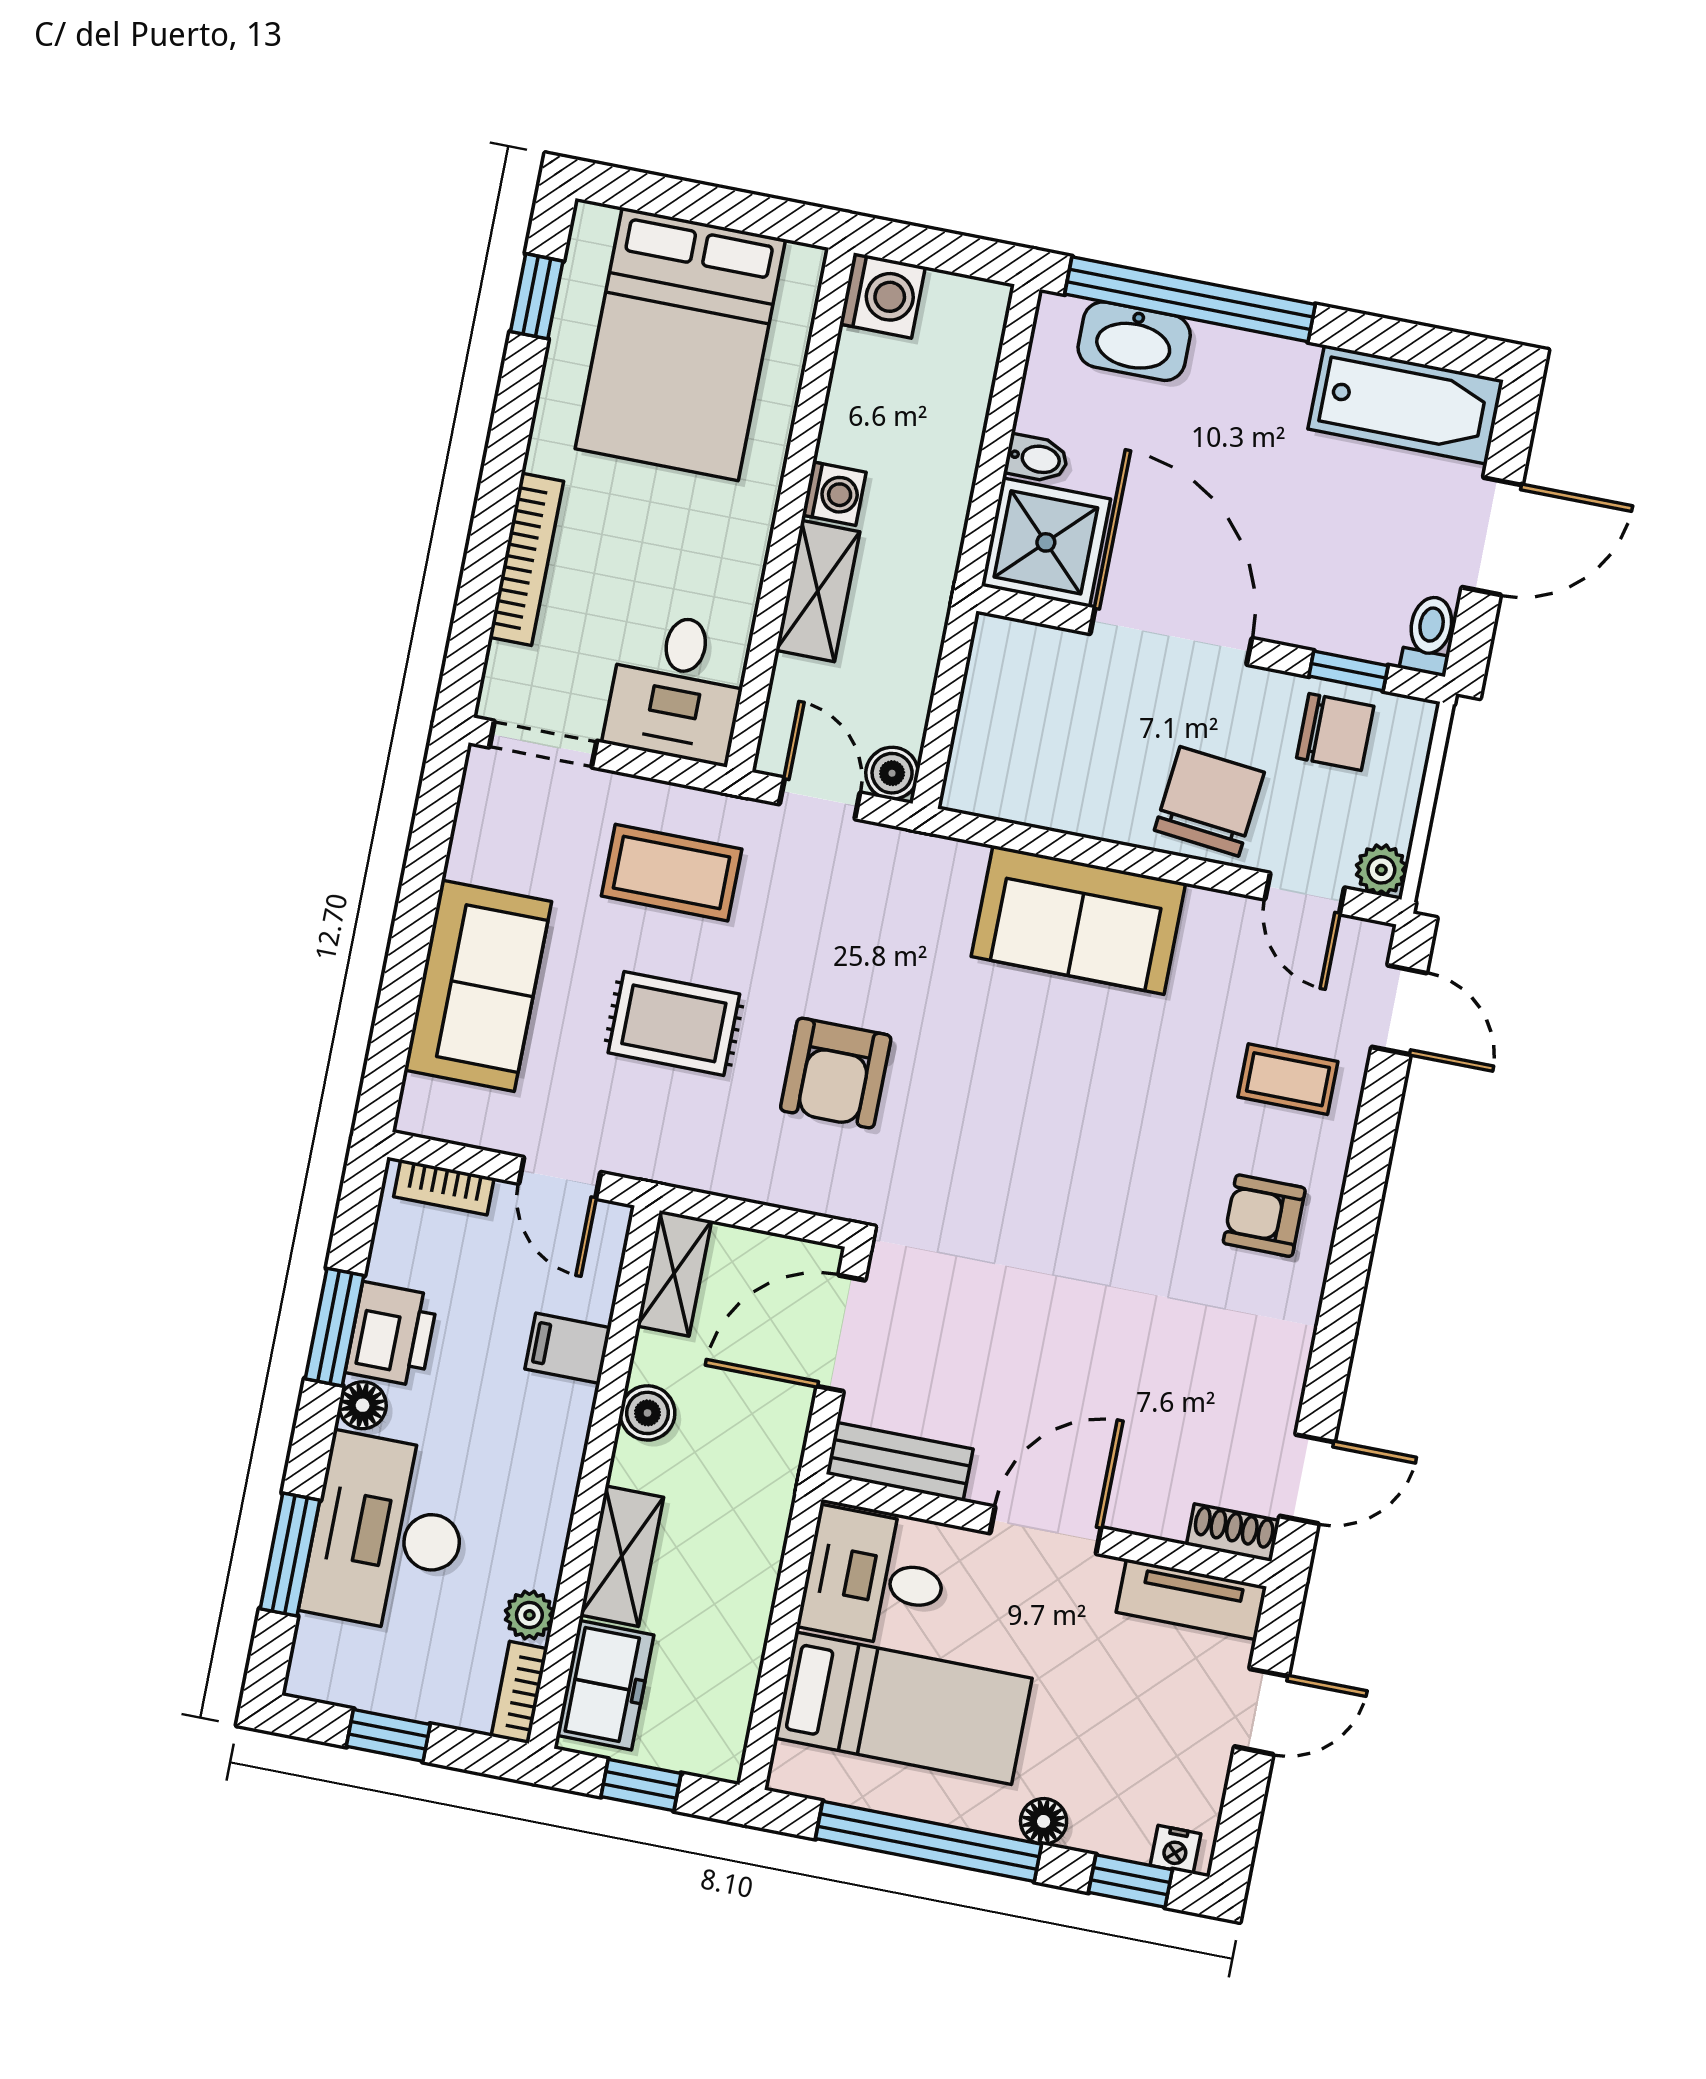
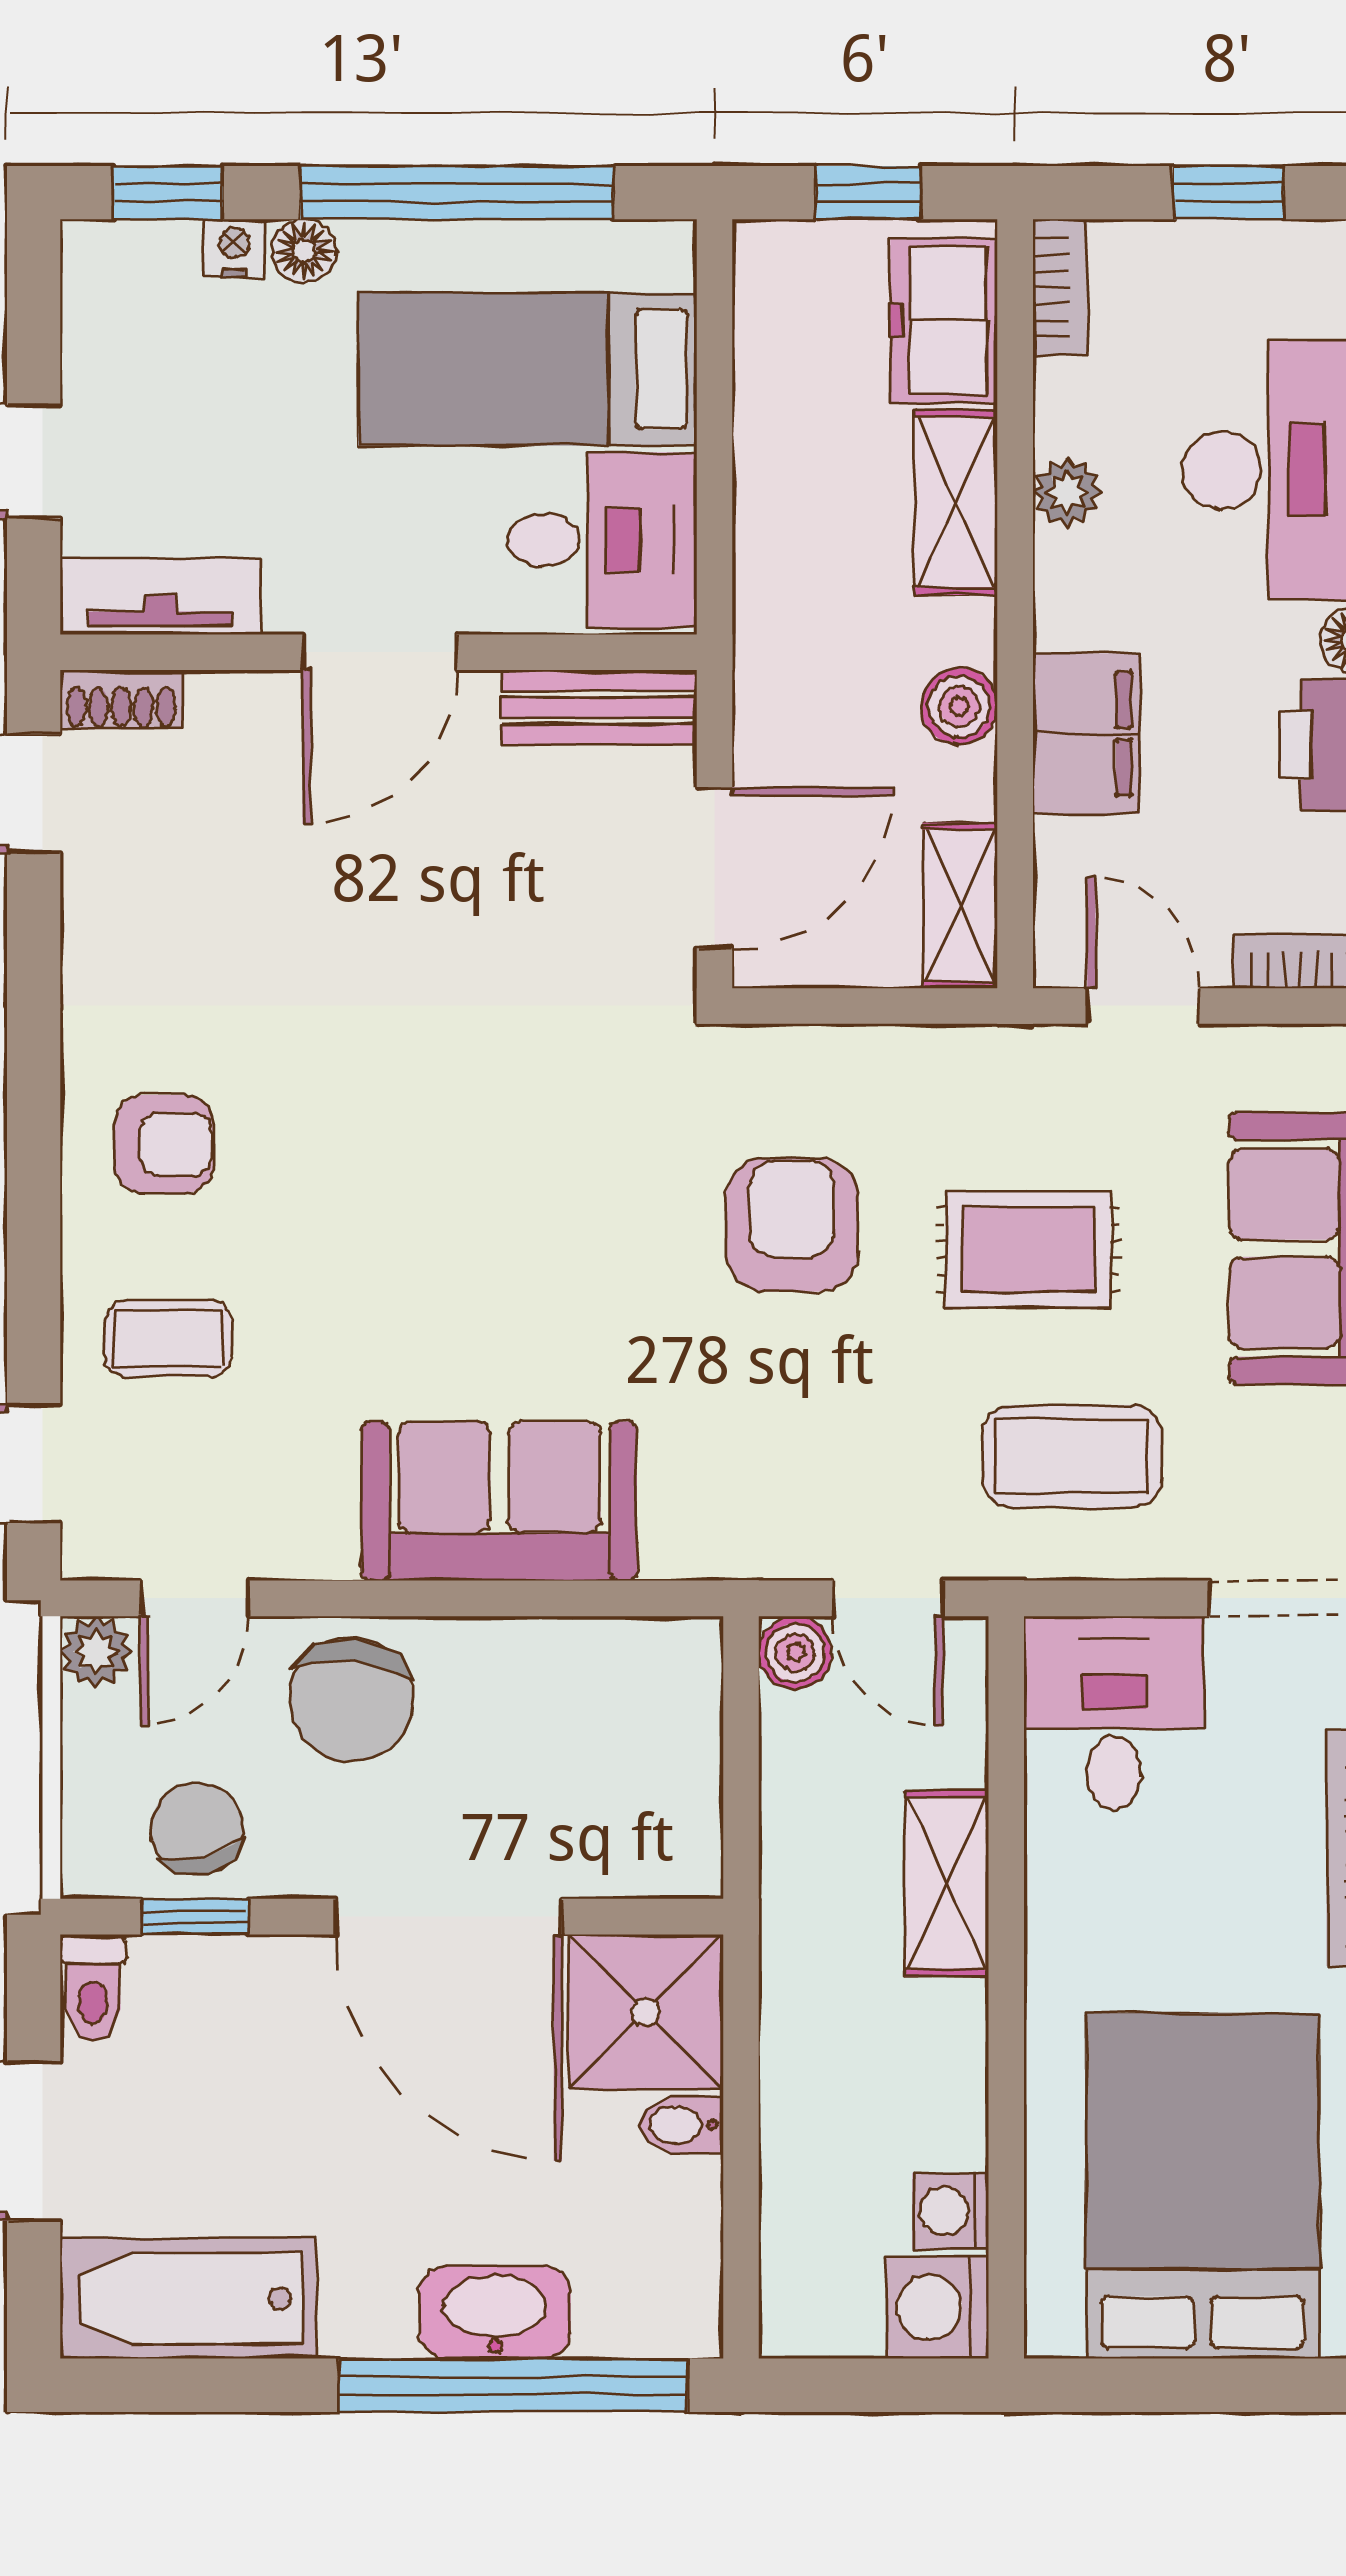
washbasin: (1134, 341) -> (495, 2312), moved
washing machine: (834, 494) -> (950, 2211), moved
chair: (1335, 732) -> (197, 1829), turned 76
door: (1305, 894) -> (195, 1598), swing flipped
filing cabinet: (568, 1348) -> (1086, 734), width x2.00
plant: (529, 1615) -> (1067, 492), moved
nightstand: (1176, 1850) -> (234, 248), moved

